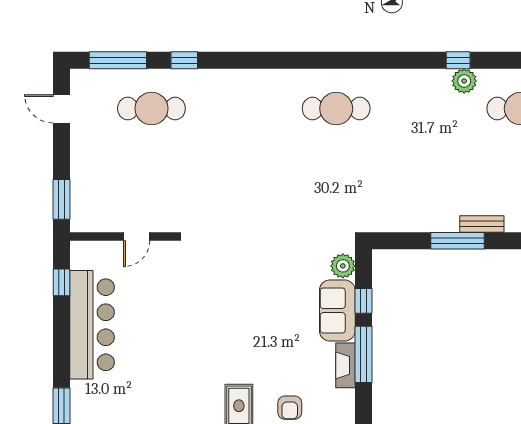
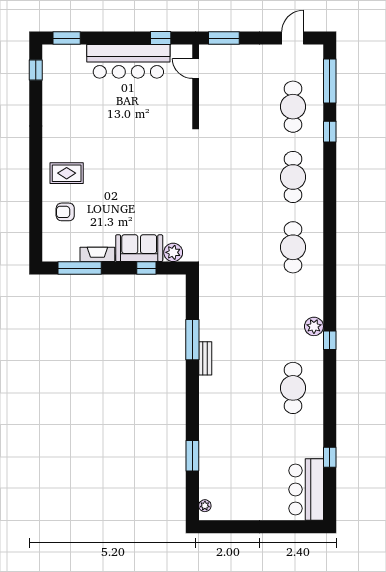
plant: (464, 81) -> (314, 326), moved
cafe table: (244, 109) -> (293, 177), added
door: (137, 236) -> (196, 69), moved
window: (363, 354) -> (80, 268), moved

